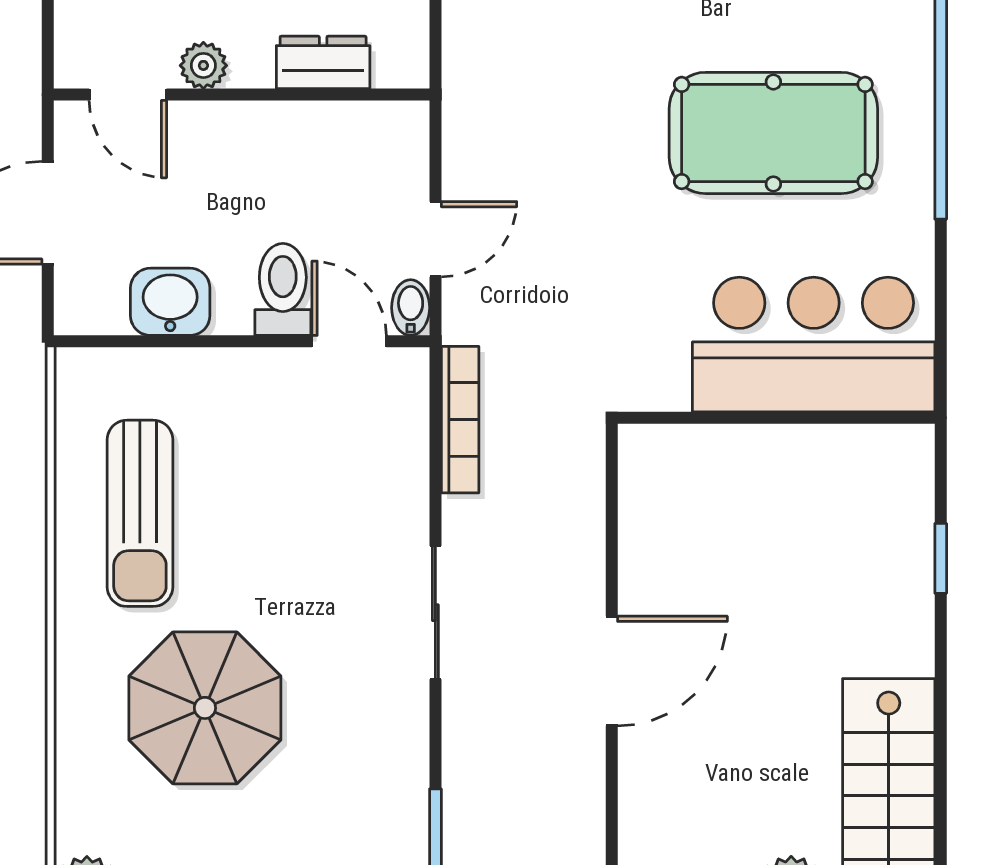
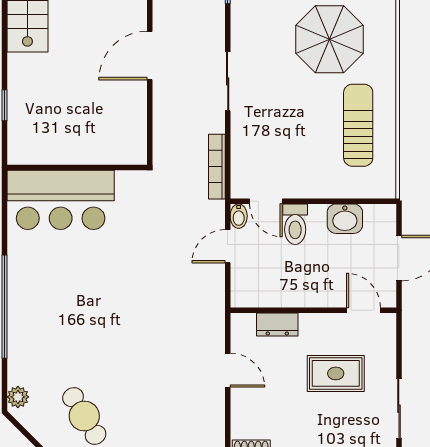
plant: (203, 65) -> (330, 323), removed
pool table: (773, 133) -> (78, 293), removed

